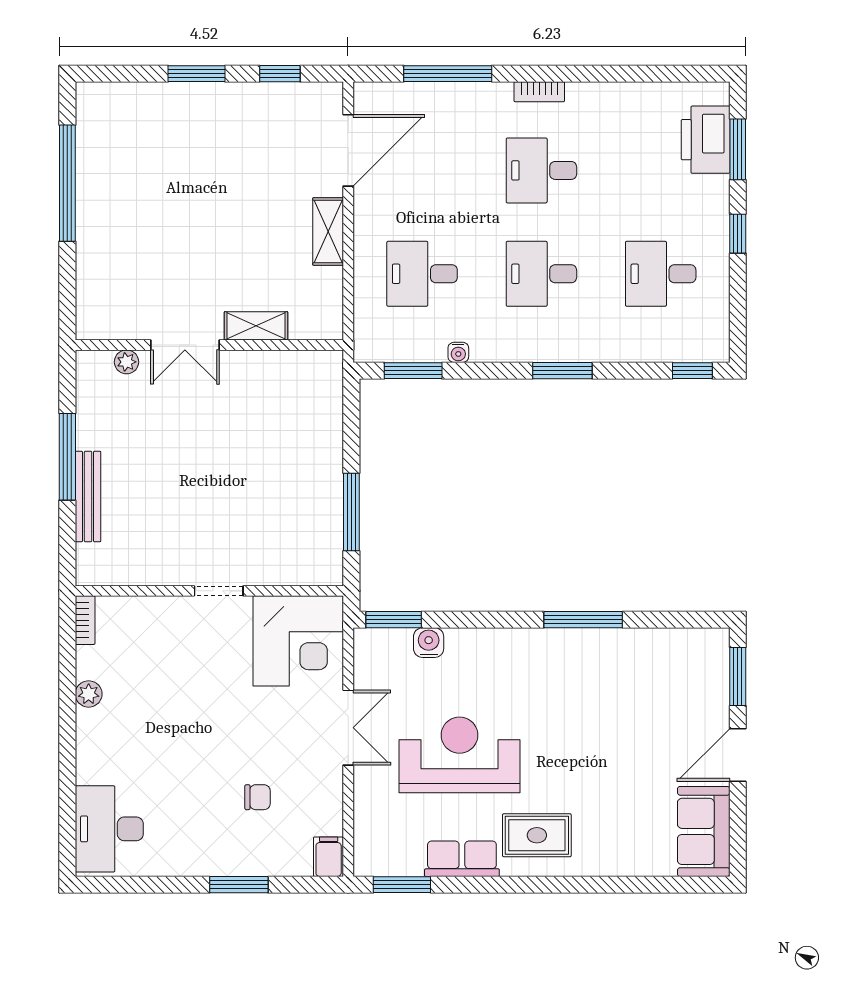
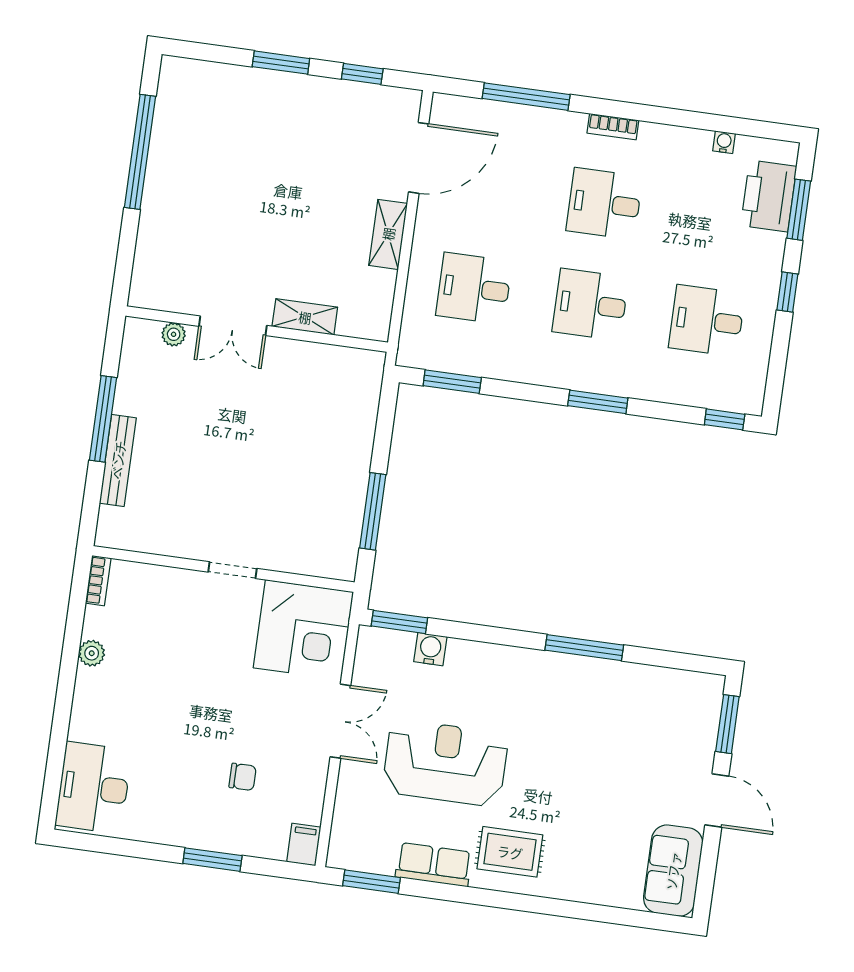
water cooler: (458, 352) -> (724, 142), moved, turned 180
door: (738, 755) -> (717, 801), swing flipped

